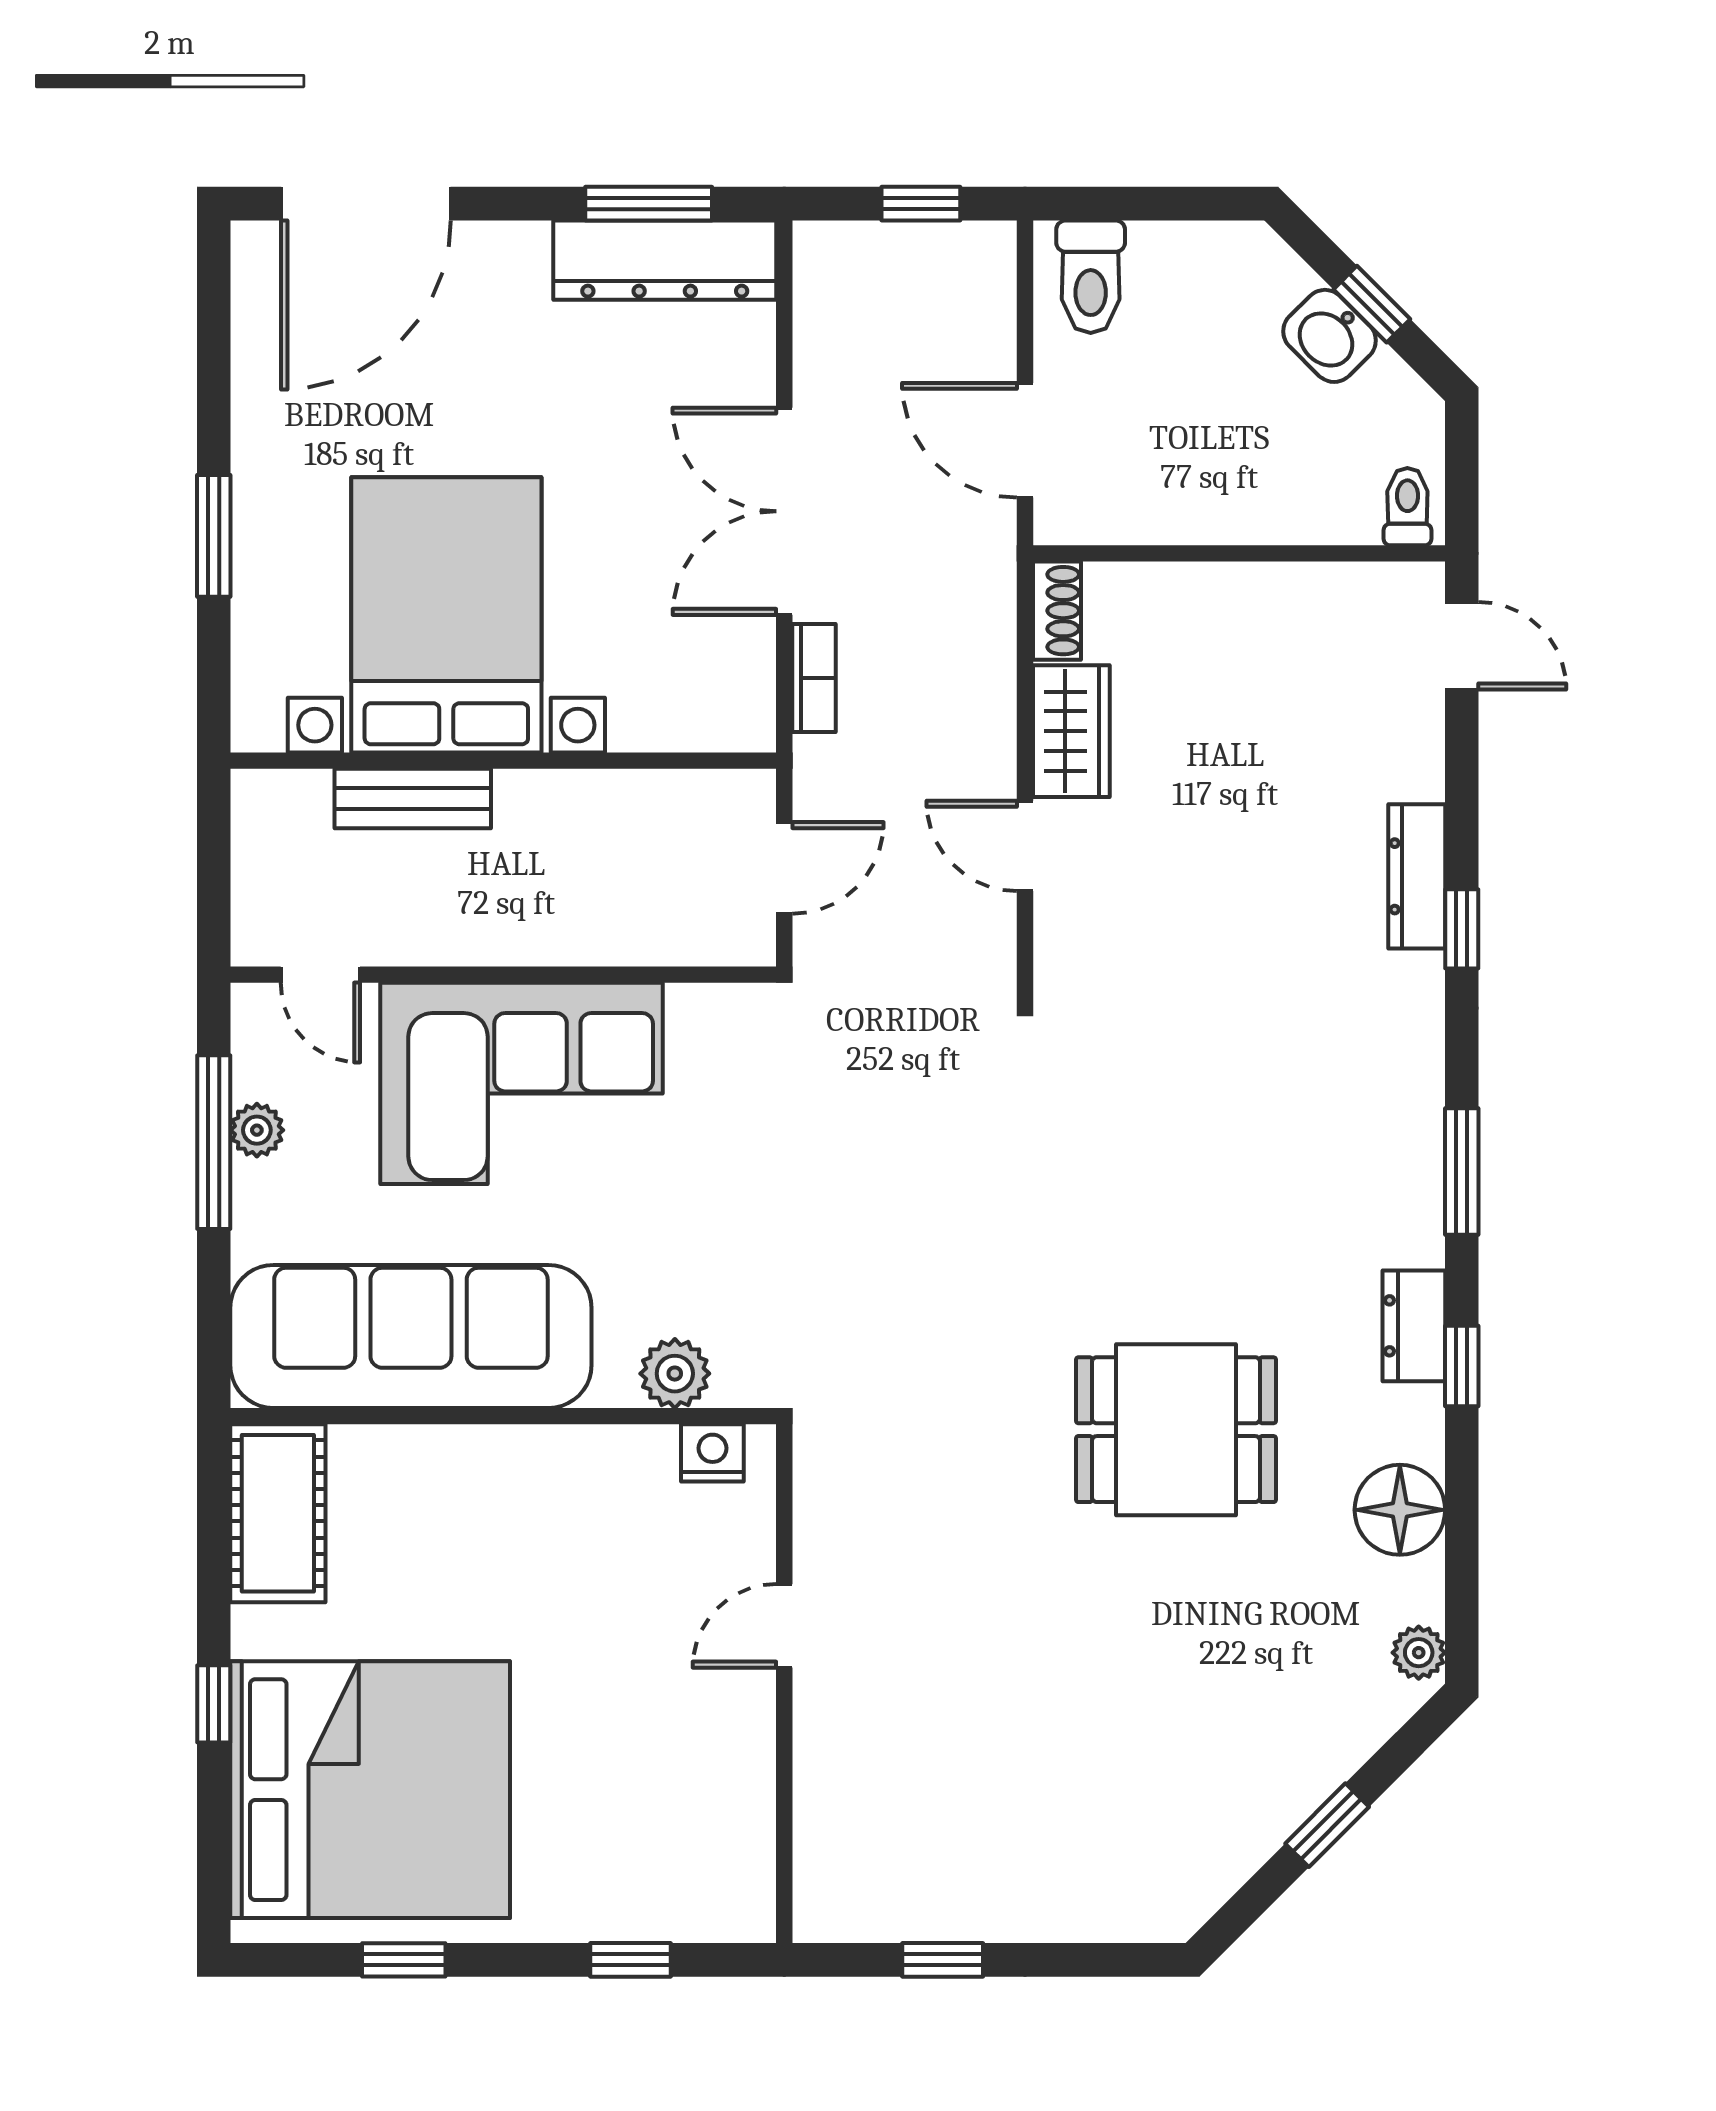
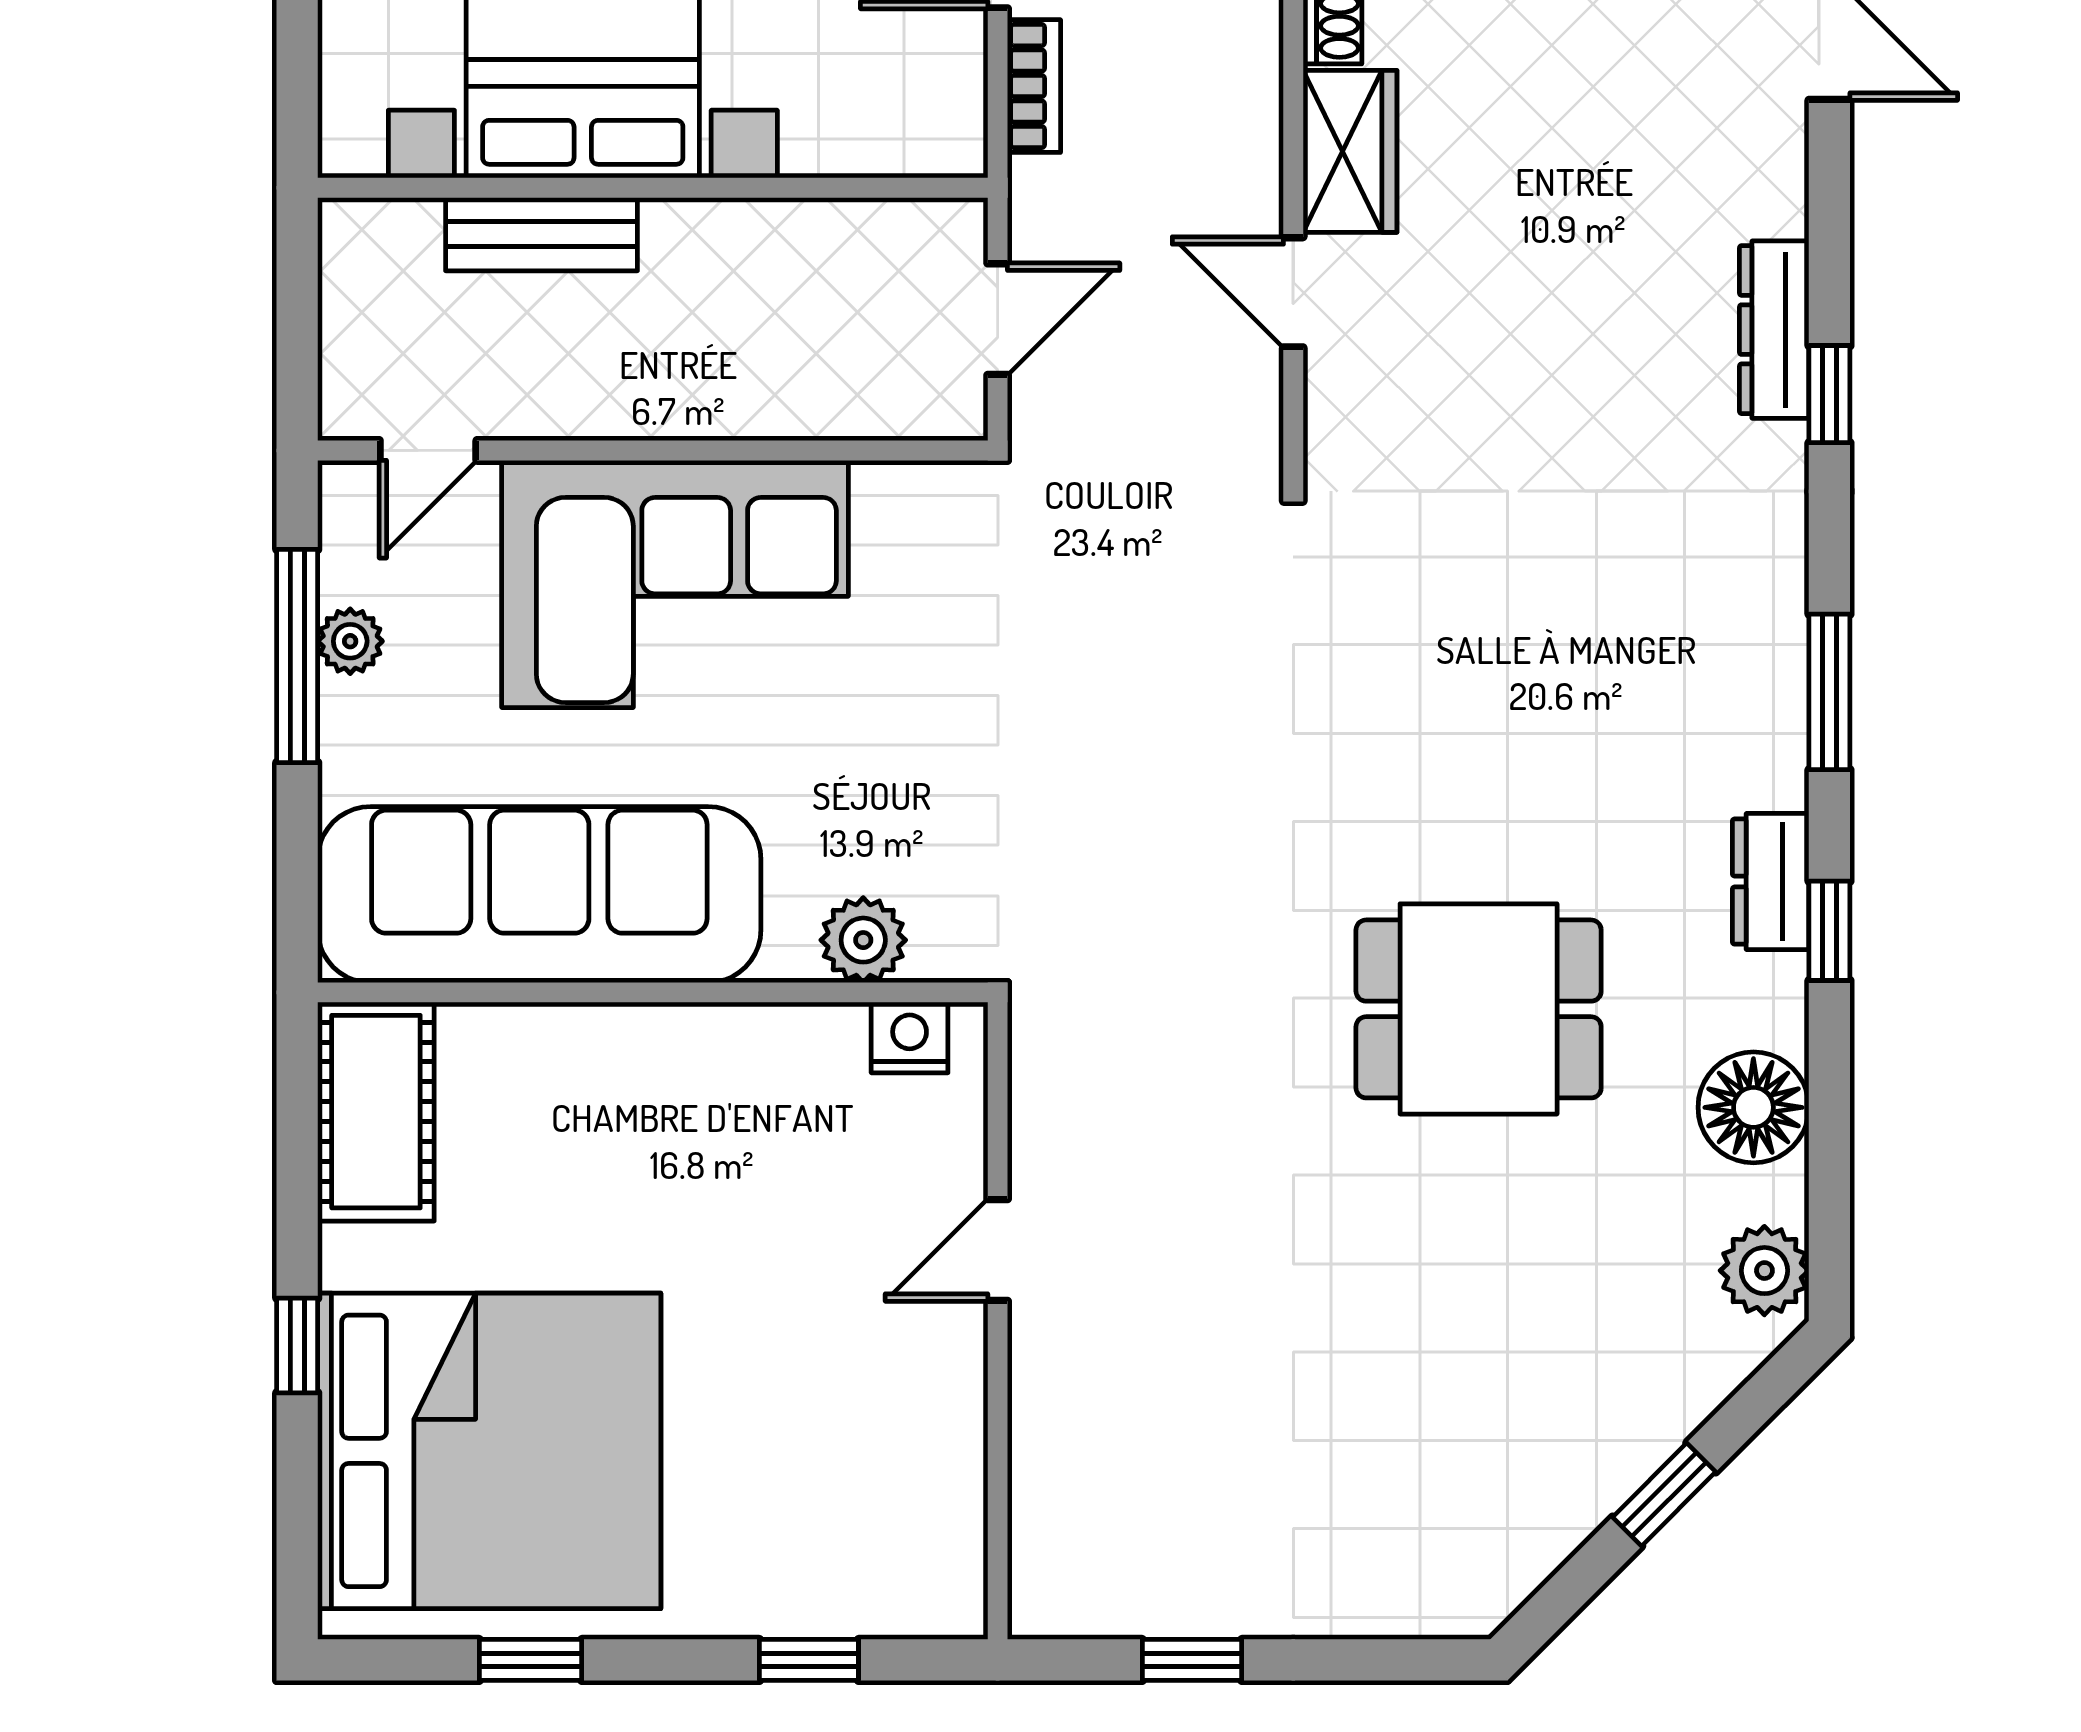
door: (320, 975) -> (428, 450), hinge flipped
plant: (1419, 1653) -> (1764, 1271), width x1.38, depth x1.38

